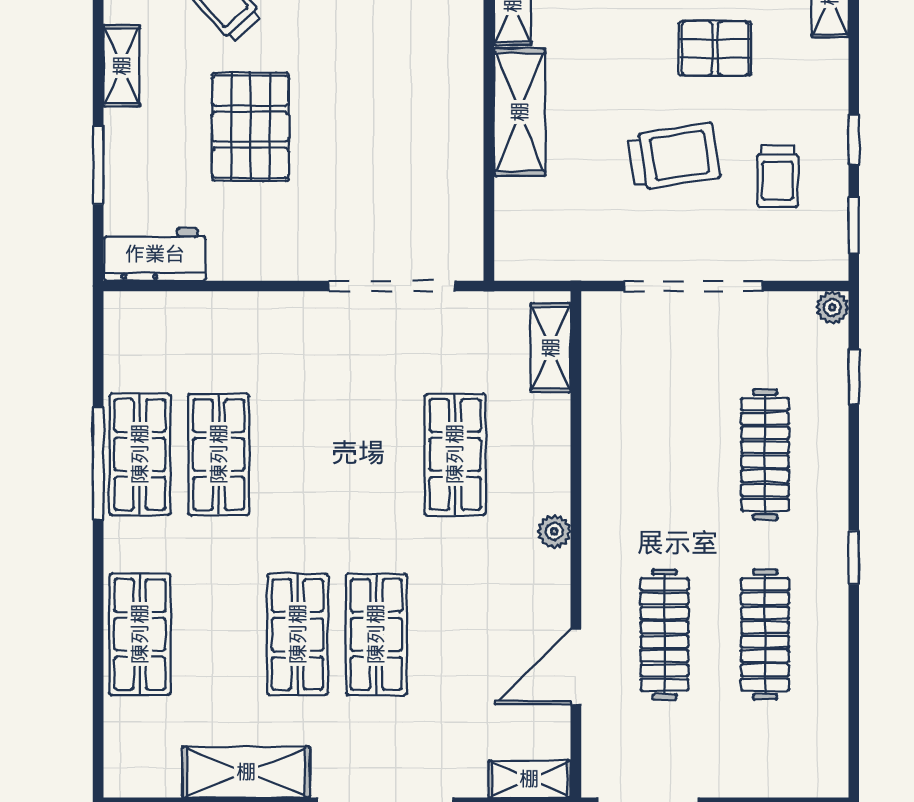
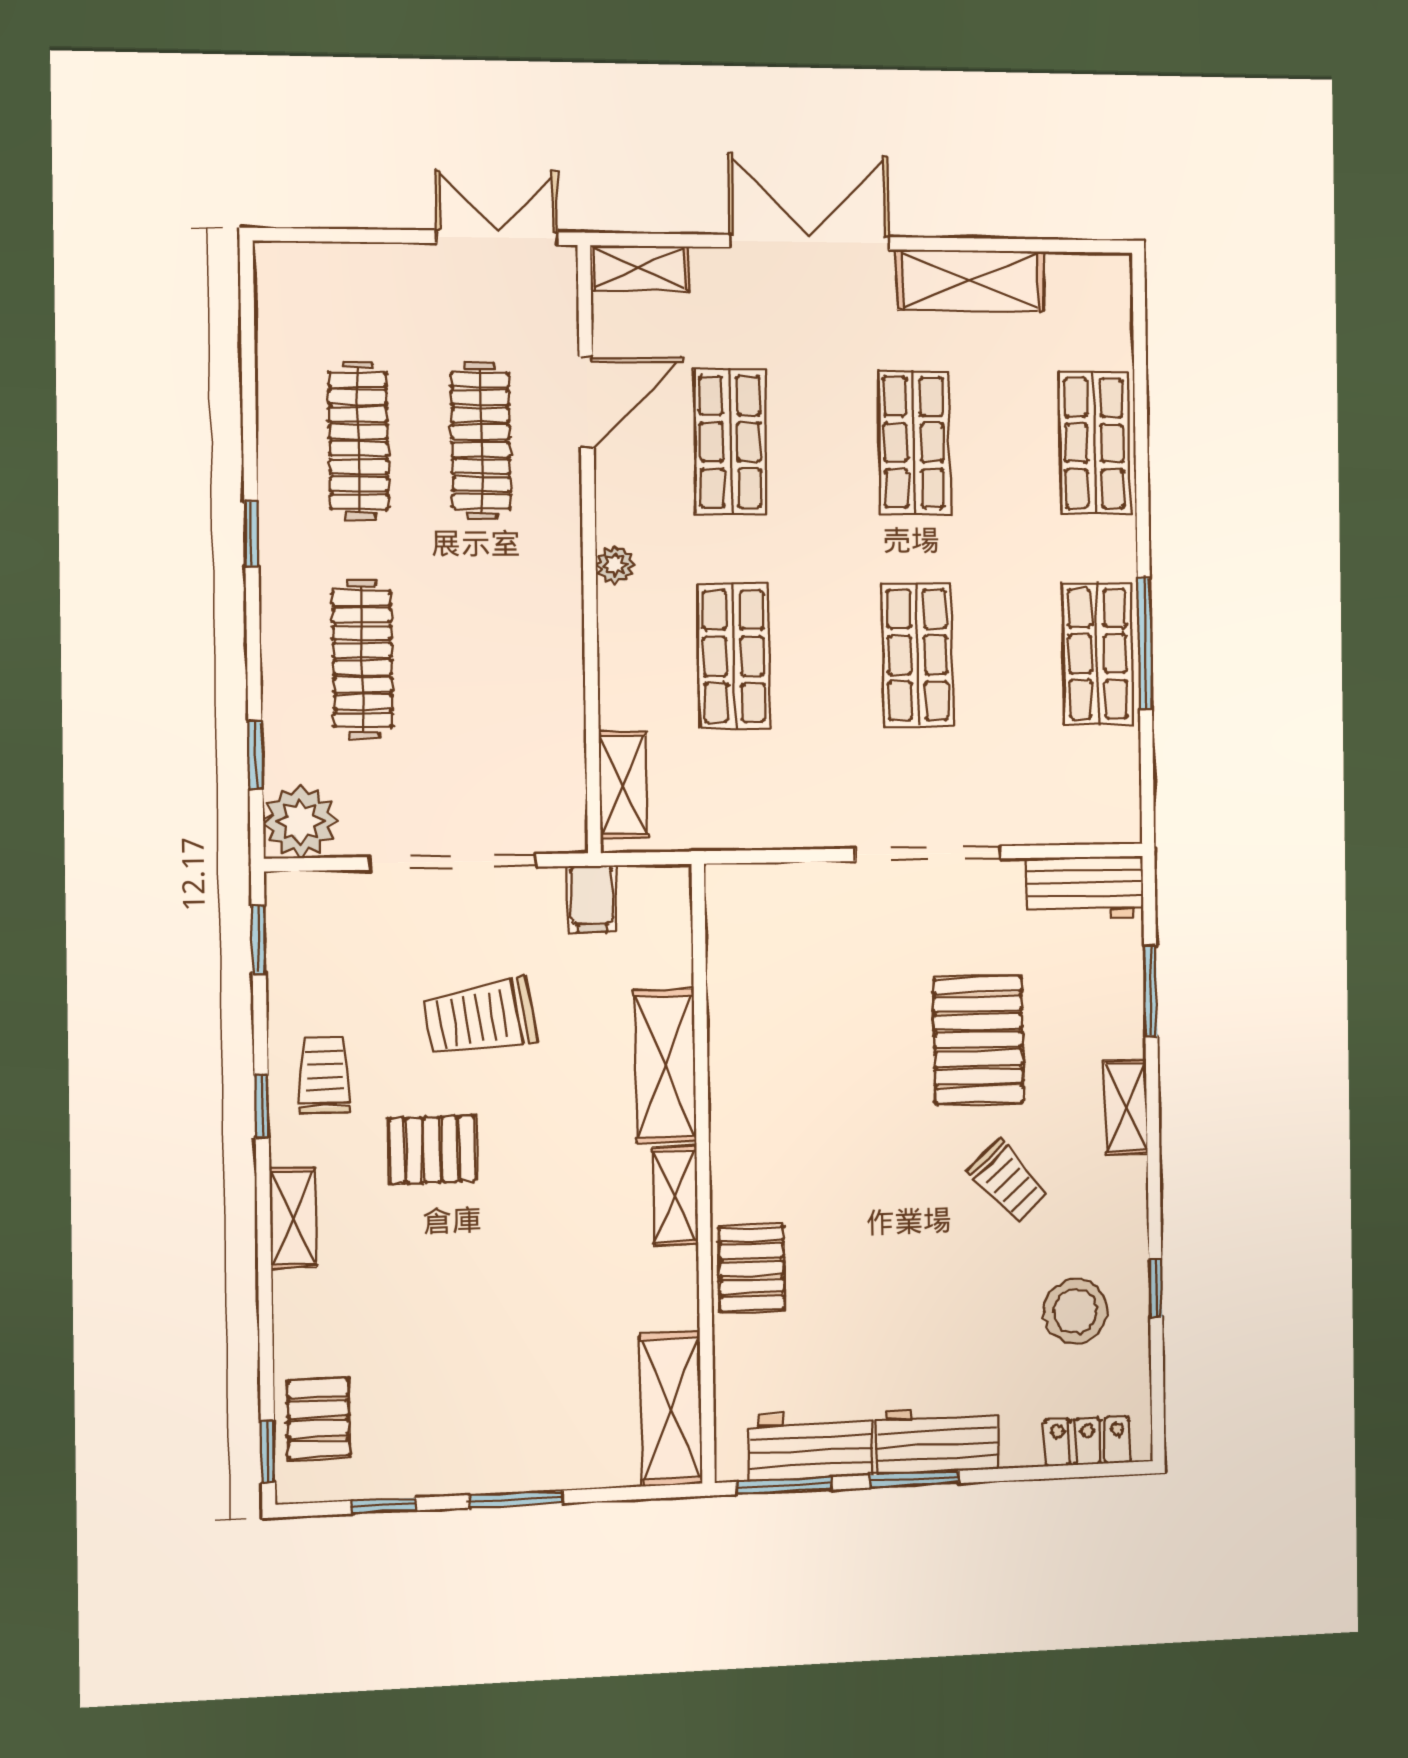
window: (854, 140) -> (262, 1106), moved
trolley: (778, 176) -> (325, 1076), moved
filing cabinet: (579, 253) -> (592, 899), added
doorway: (392, 286) -> (928, 854), moved
plant: (832, 307) -> (300, 821), width x1.88, depth x1.88
shop shelf: (219, 454) -> (918, 655), moved
shop shelf: (376, 634) -> (730, 442), moved

